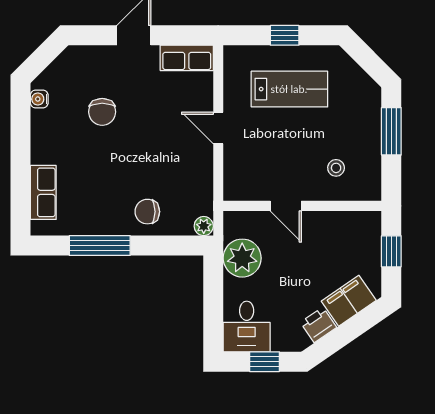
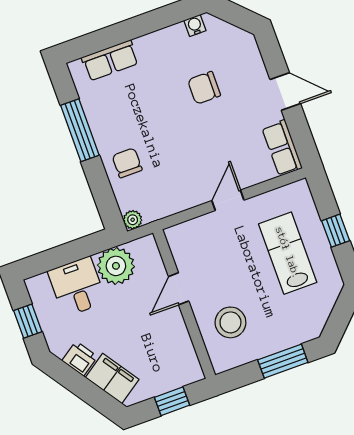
lab bench: (289, 89) -> (288, 253), turned 180
stool: (336, 168) -> (230, 322), width x1.89, depth x1.89
desk: (247, 326) -> (77, 287), moved, turned 90

